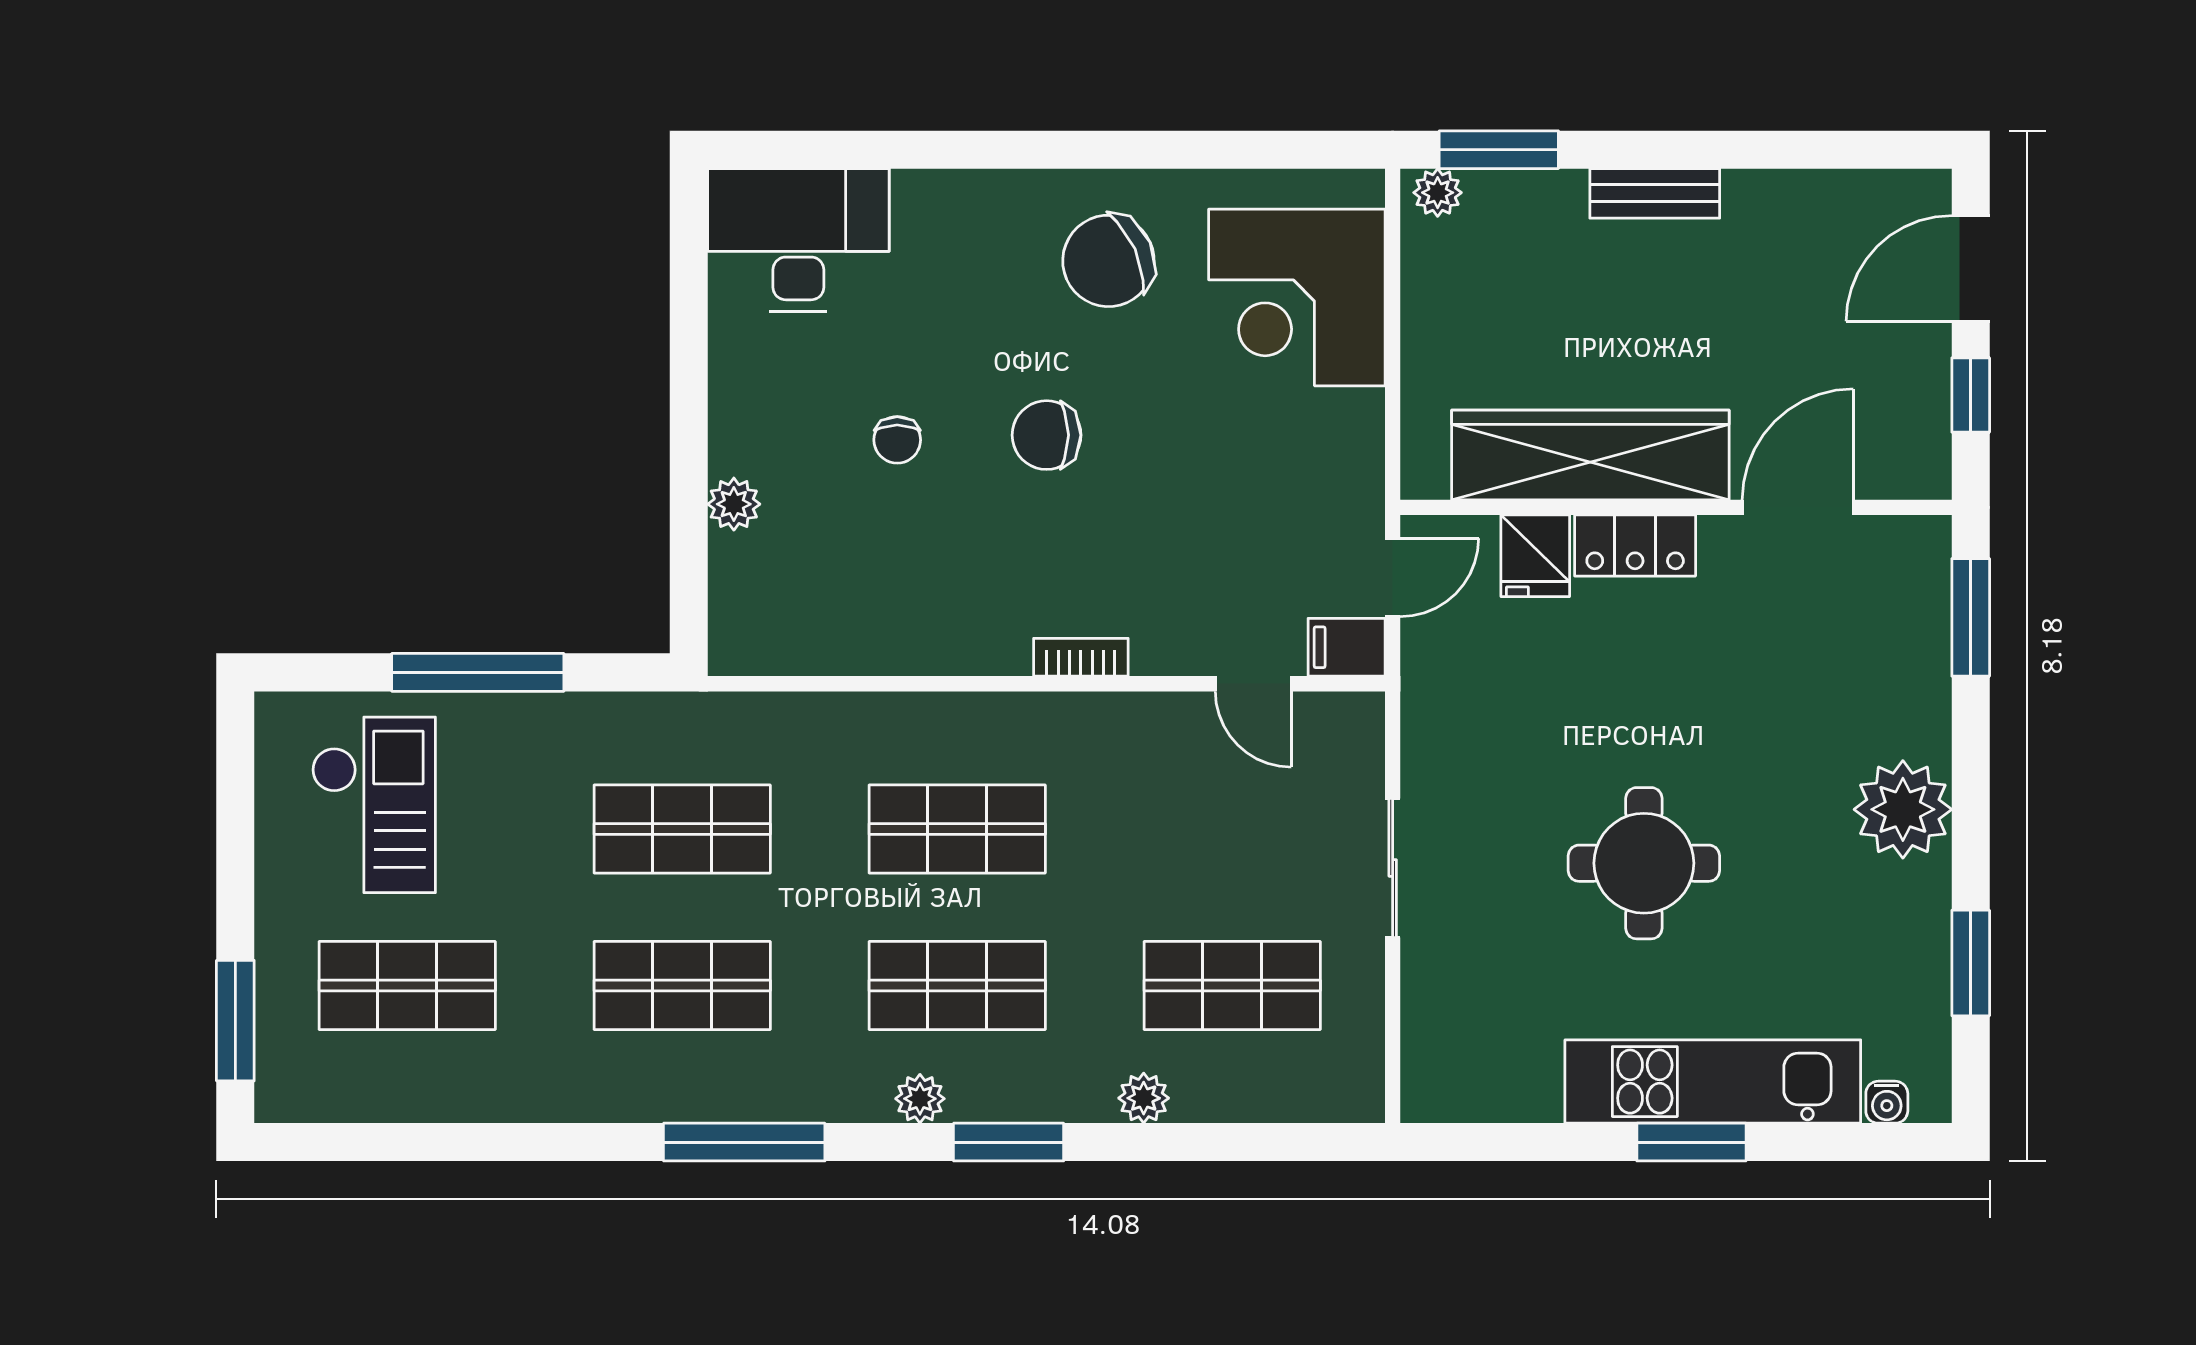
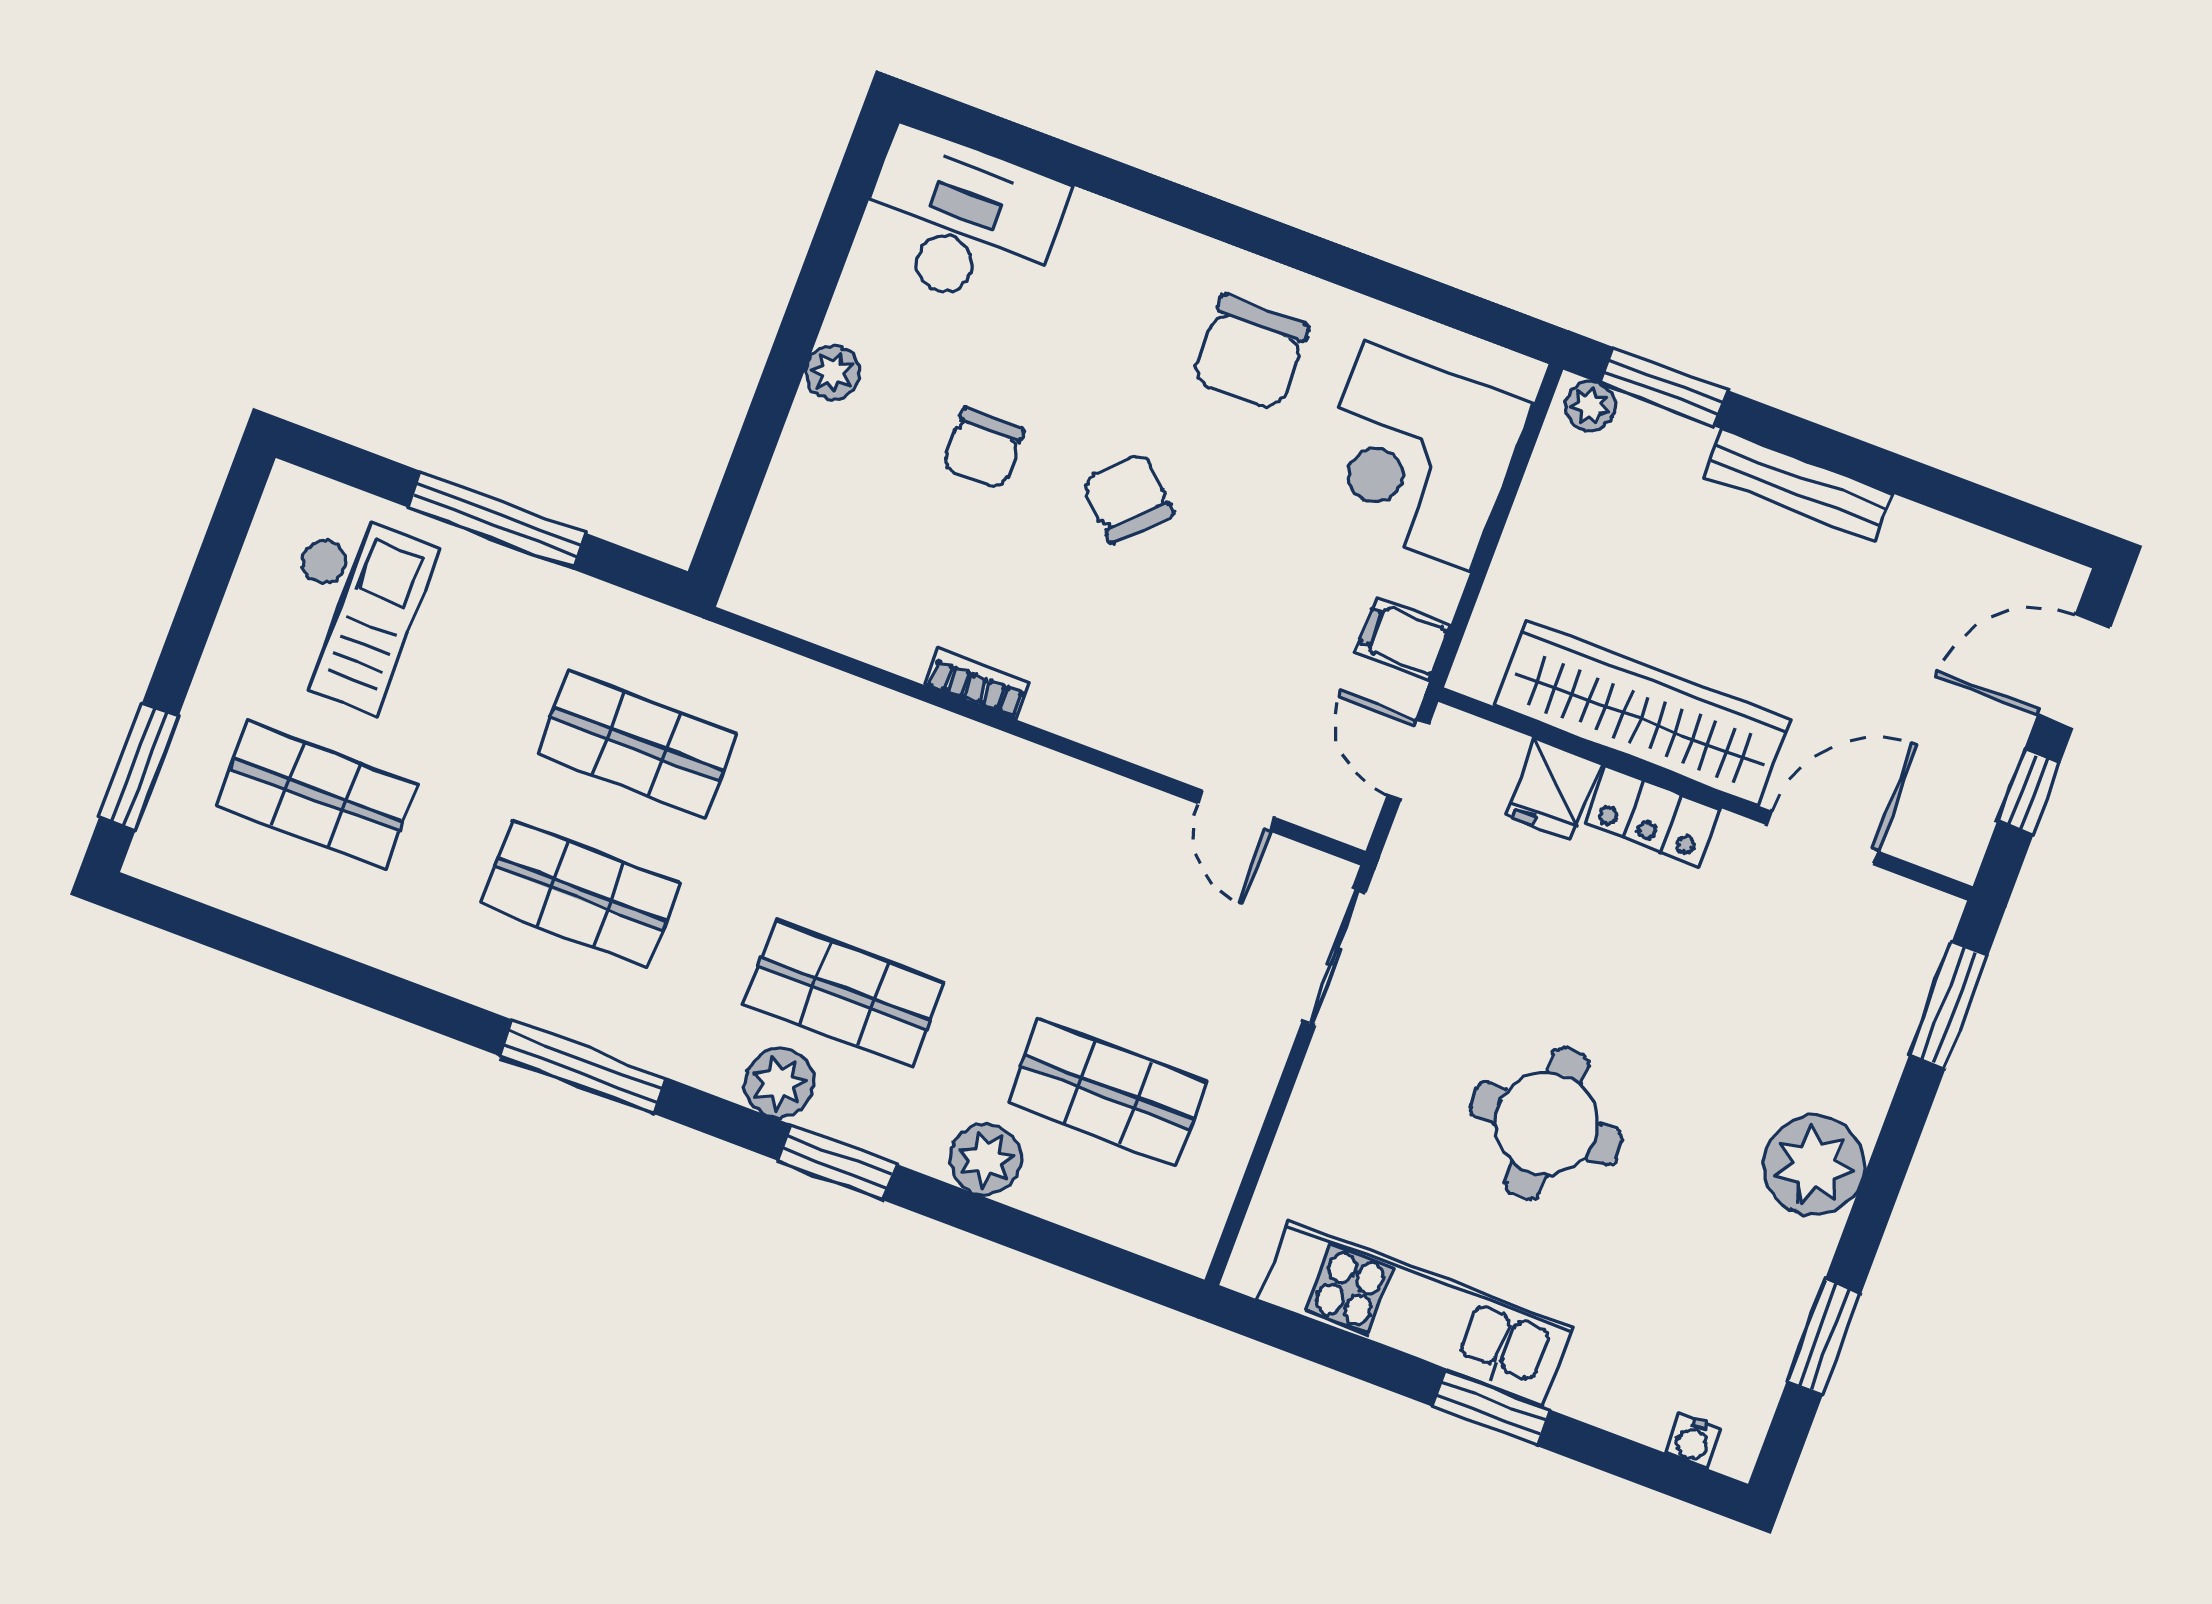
bench: (1655, 193) -> (1798, 485), width x1.36
chair: (1108, 261) -> (1250, 353), turned -66
chair: (1047, 435) -> (1128, 498), turned 44
chair: (897, 440) -> (983, 448), width x1.37, depth x1.37
plant: (734, 504) -> (833, 372), moved
door: (1393, 578) -> (1408, 759), swing flipped
filing cabinet: (1347, 647) -> (1403, 639), moved
bookcase: (1081, 657) -> (977, 684), moved
shop shelf: (957, 829) -> (900, 843), removed
sliding door: (1393, 868) -> (1334, 957), moved
kitchen unit: (1713, 1082) -> (1415, 1313), moved
plant: (1144, 1098) -> (985, 1159), width x1.38, depth x1.38
plant: (920, 1099) -> (779, 1083), width x1.38, depth x1.38

